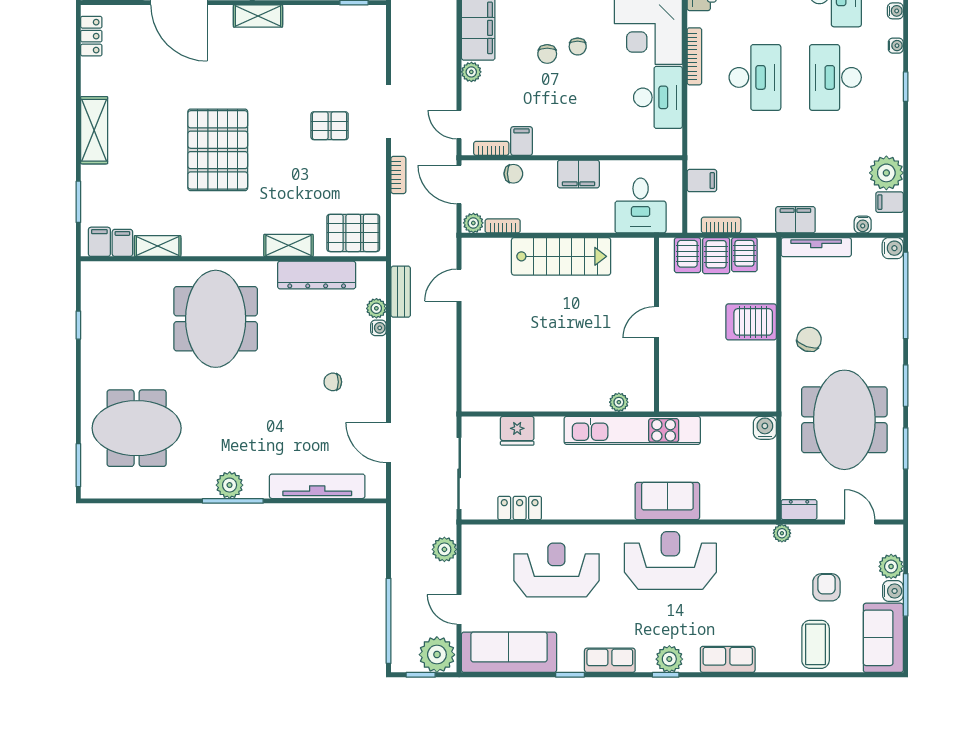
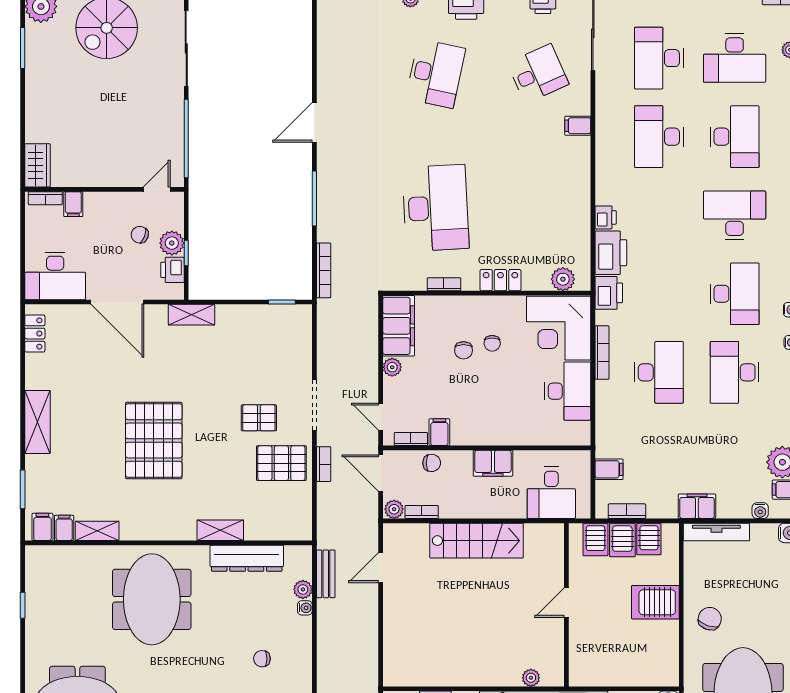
pallet: (353, 233) -> (281, 463), moved

